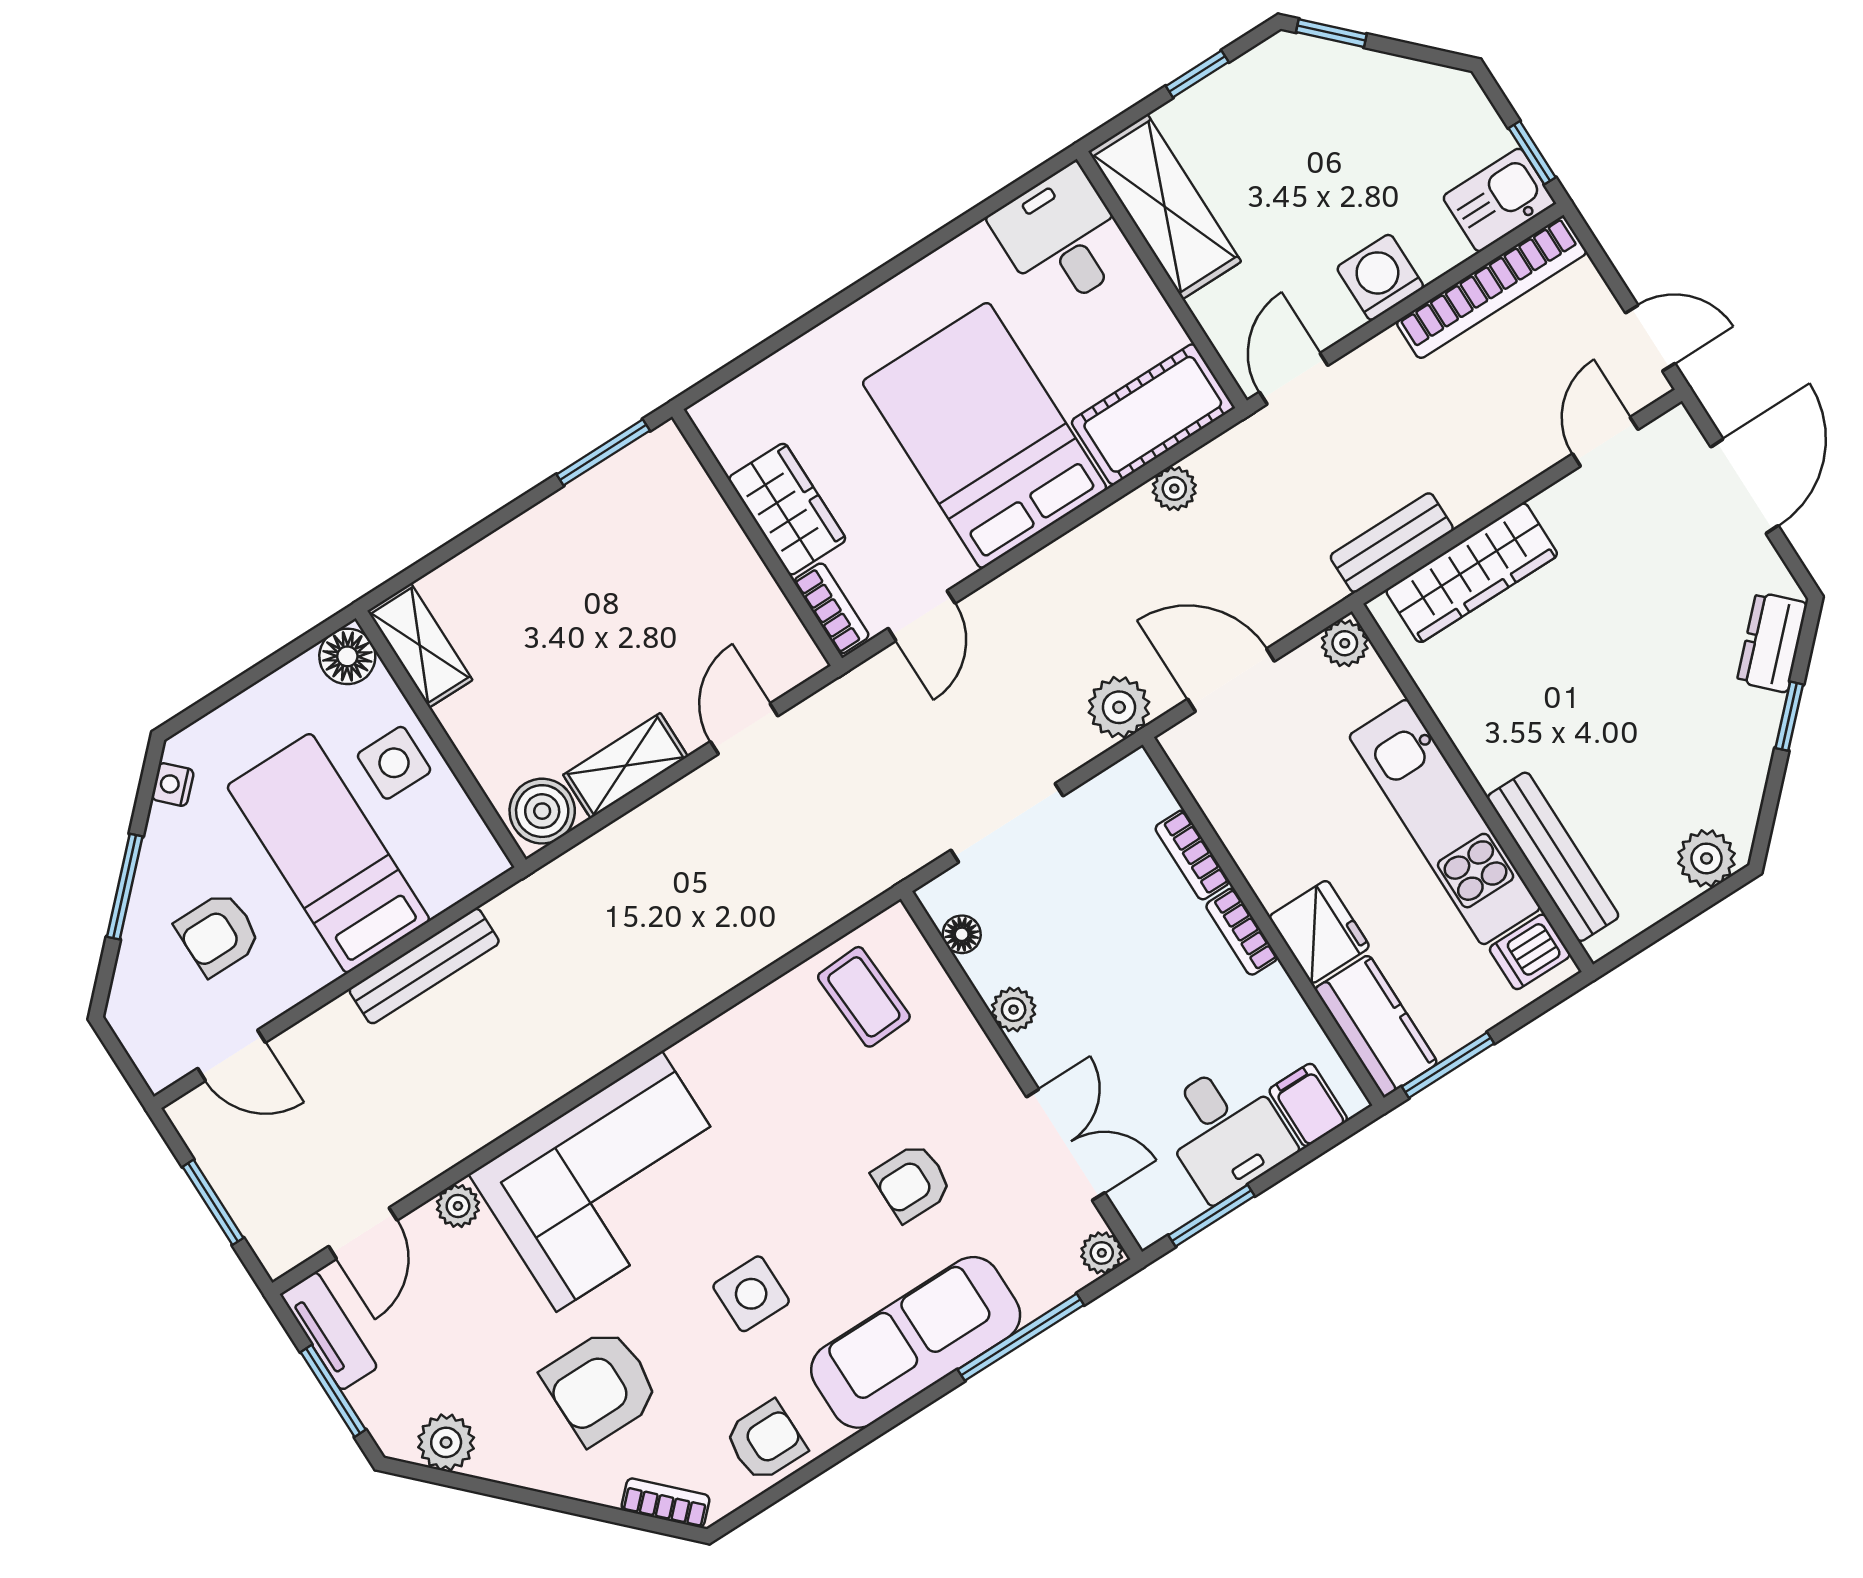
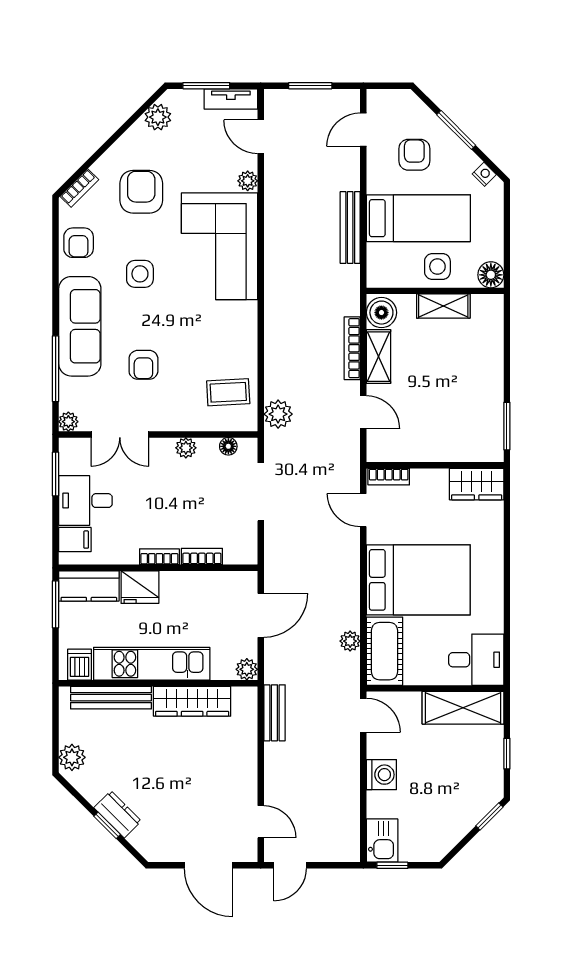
bookcase: (1492, 287) -> (352, 348), moved, width x0.68, depth x0.76
wardrobe: (787, 509) -> (477, 484), moved
wardrobe: (1472, 573) -> (192, 701), moved, turned -90
dresser: (1772, 642) -> (118, 814), moved
shelving: (420, 645) -> (443, 306), moved
plant: (1119, 707) -> (278, 414), moved
armchair: (912, 1182) -> (143, 365), turned 180

